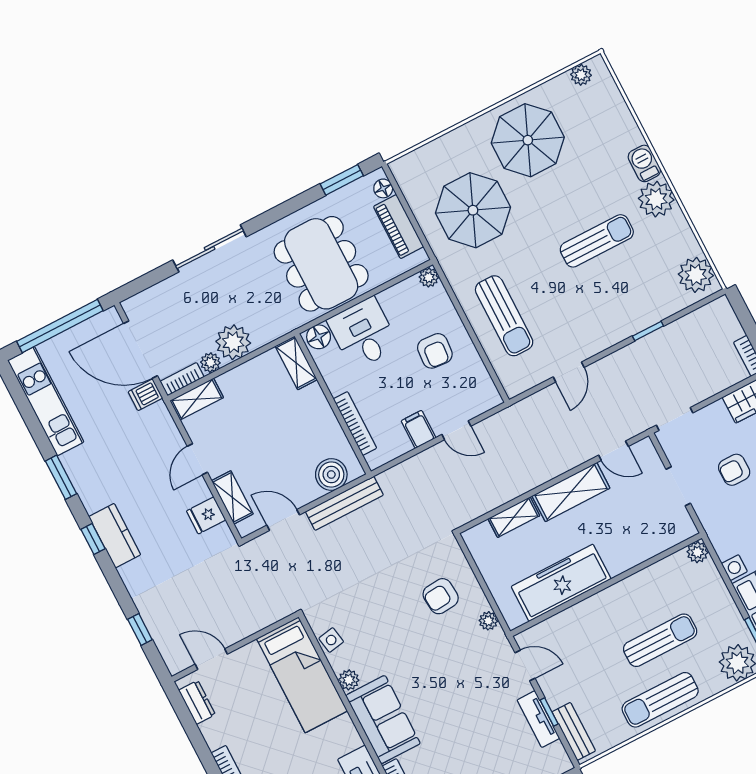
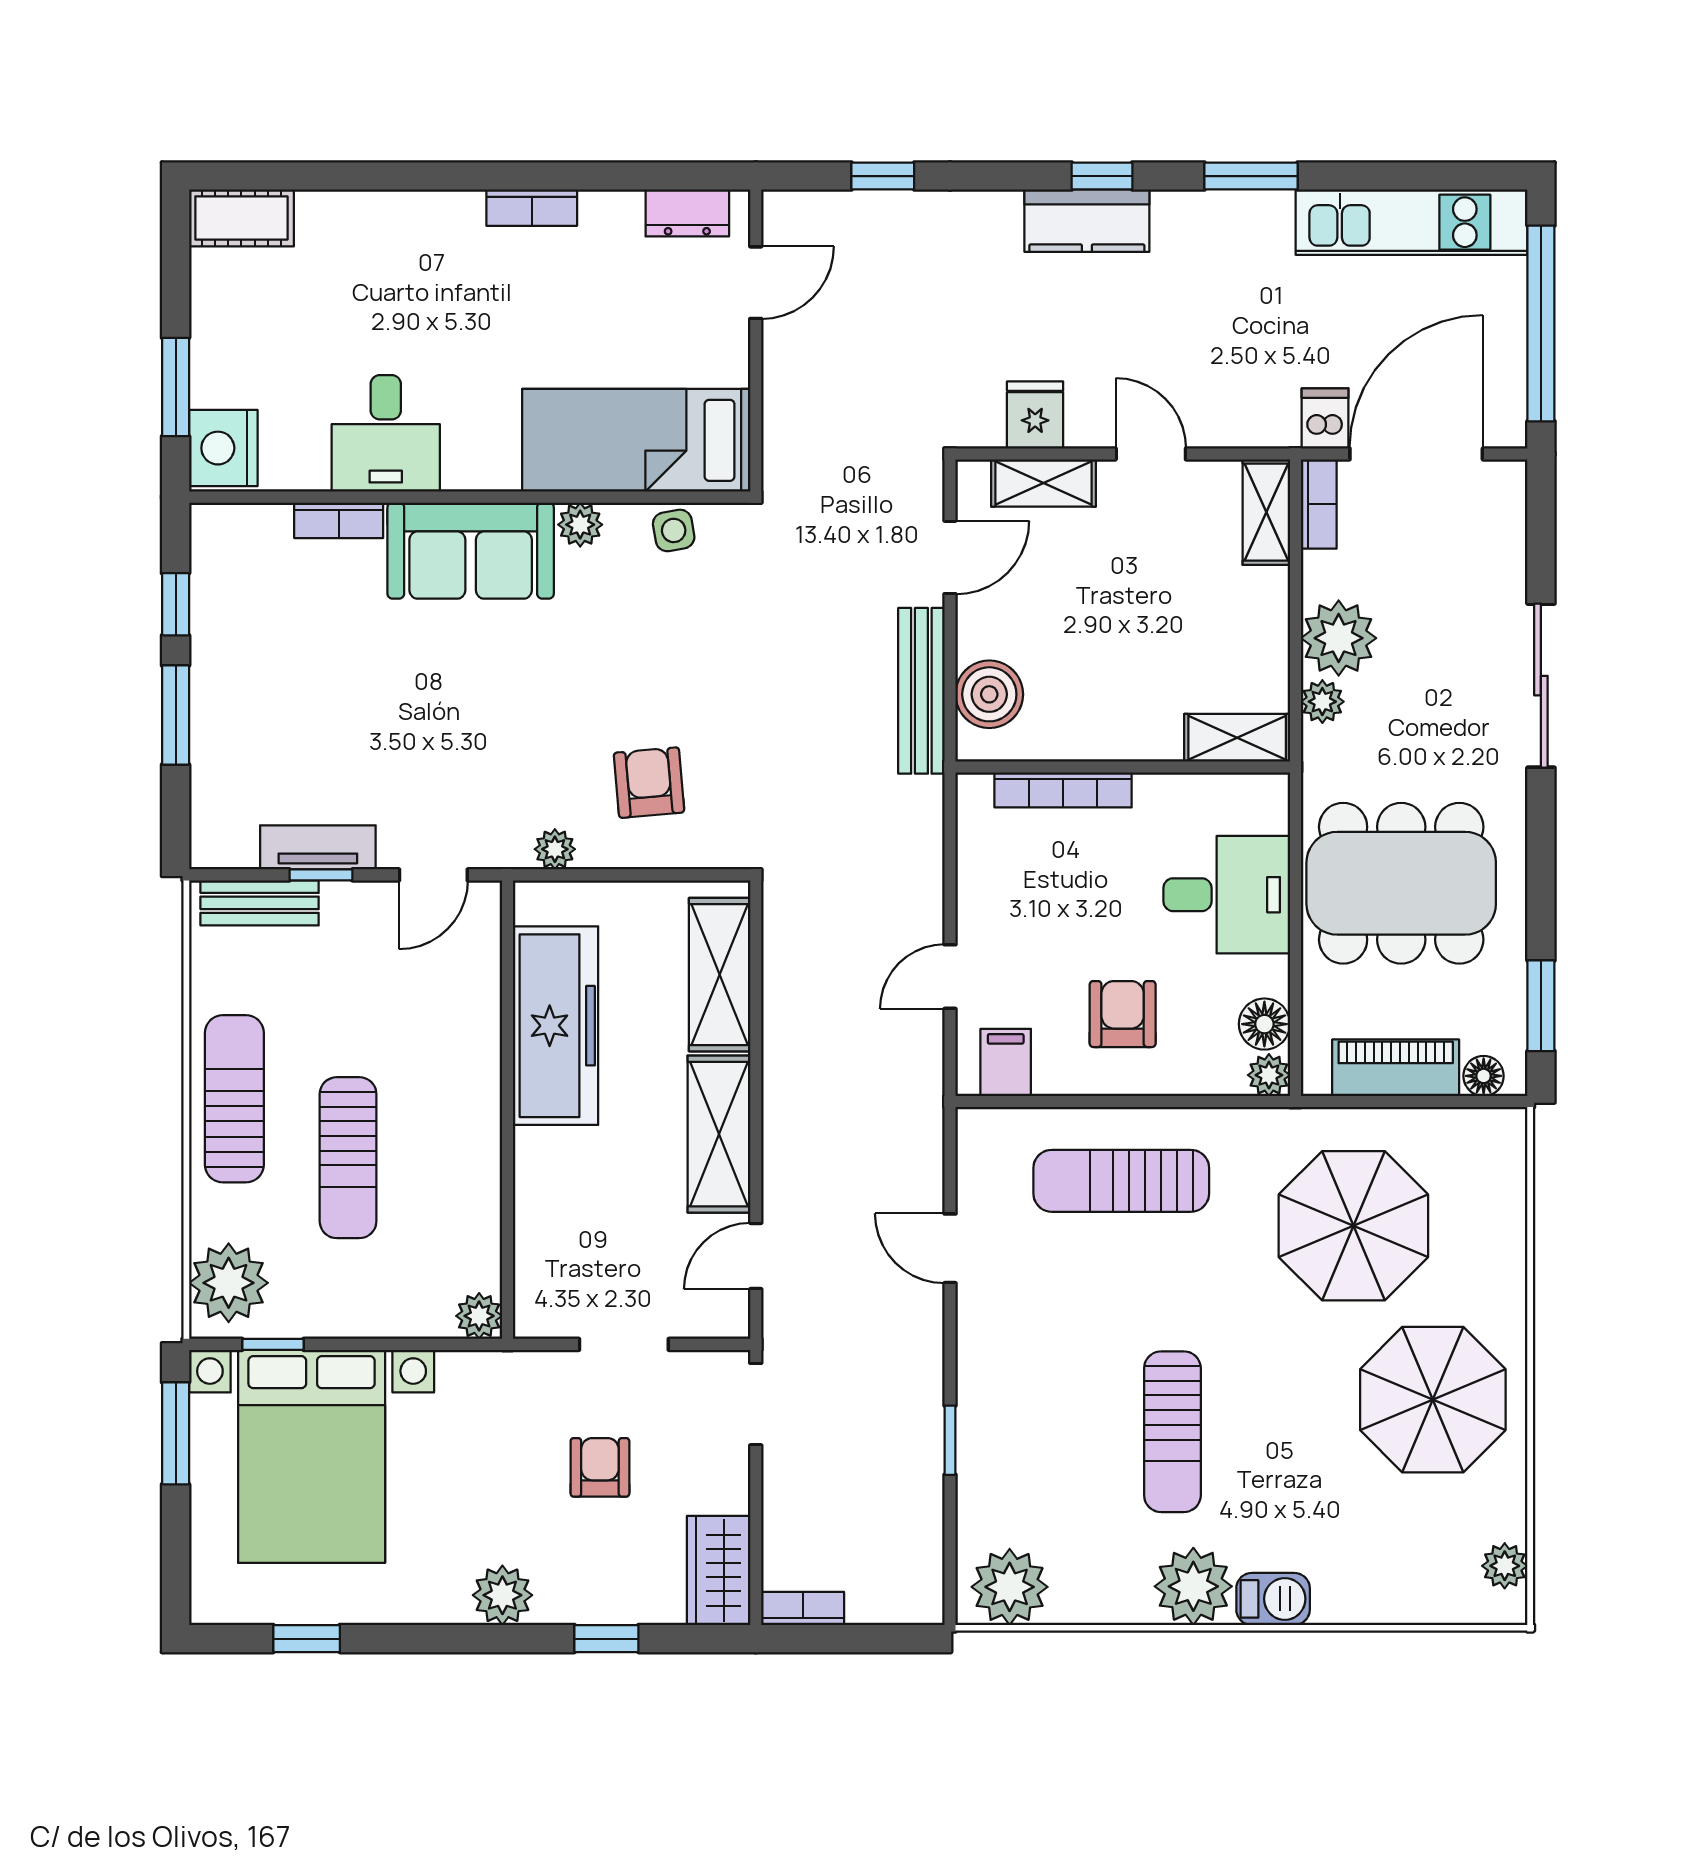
floor lamp: (319, 337) -> (1264, 1024), moved
armchair: (435, 351) -> (1123, 1014), turned 86
plant: (210, 363) -> (1322, 702), moved
filing cabinet: (419, 429) -> (1006, 1062), moved, turned -90
shelving: (514, 517) -> (720, 975), width x1.50, depth x1.33

